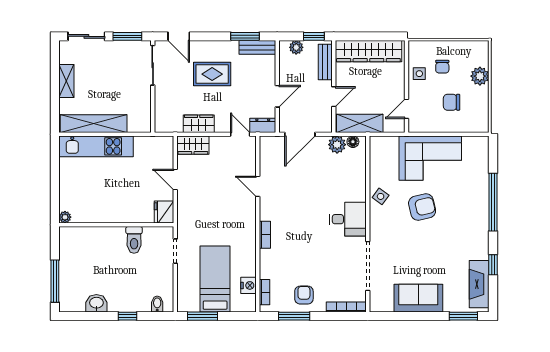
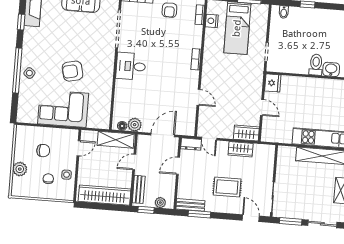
side table: (381, 196) -> (29, 73), moved
toilet: (134, 240) -> (316, 65), moved
washbasin: (96, 303) -> (331, 69), moved, turned 180

